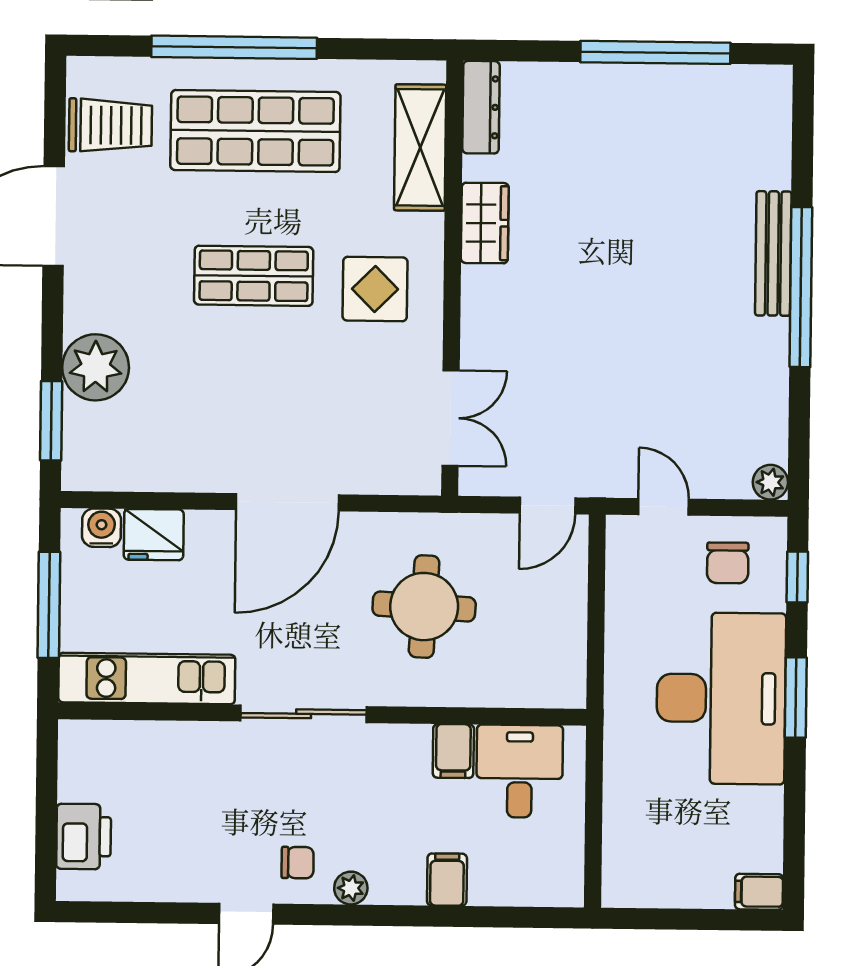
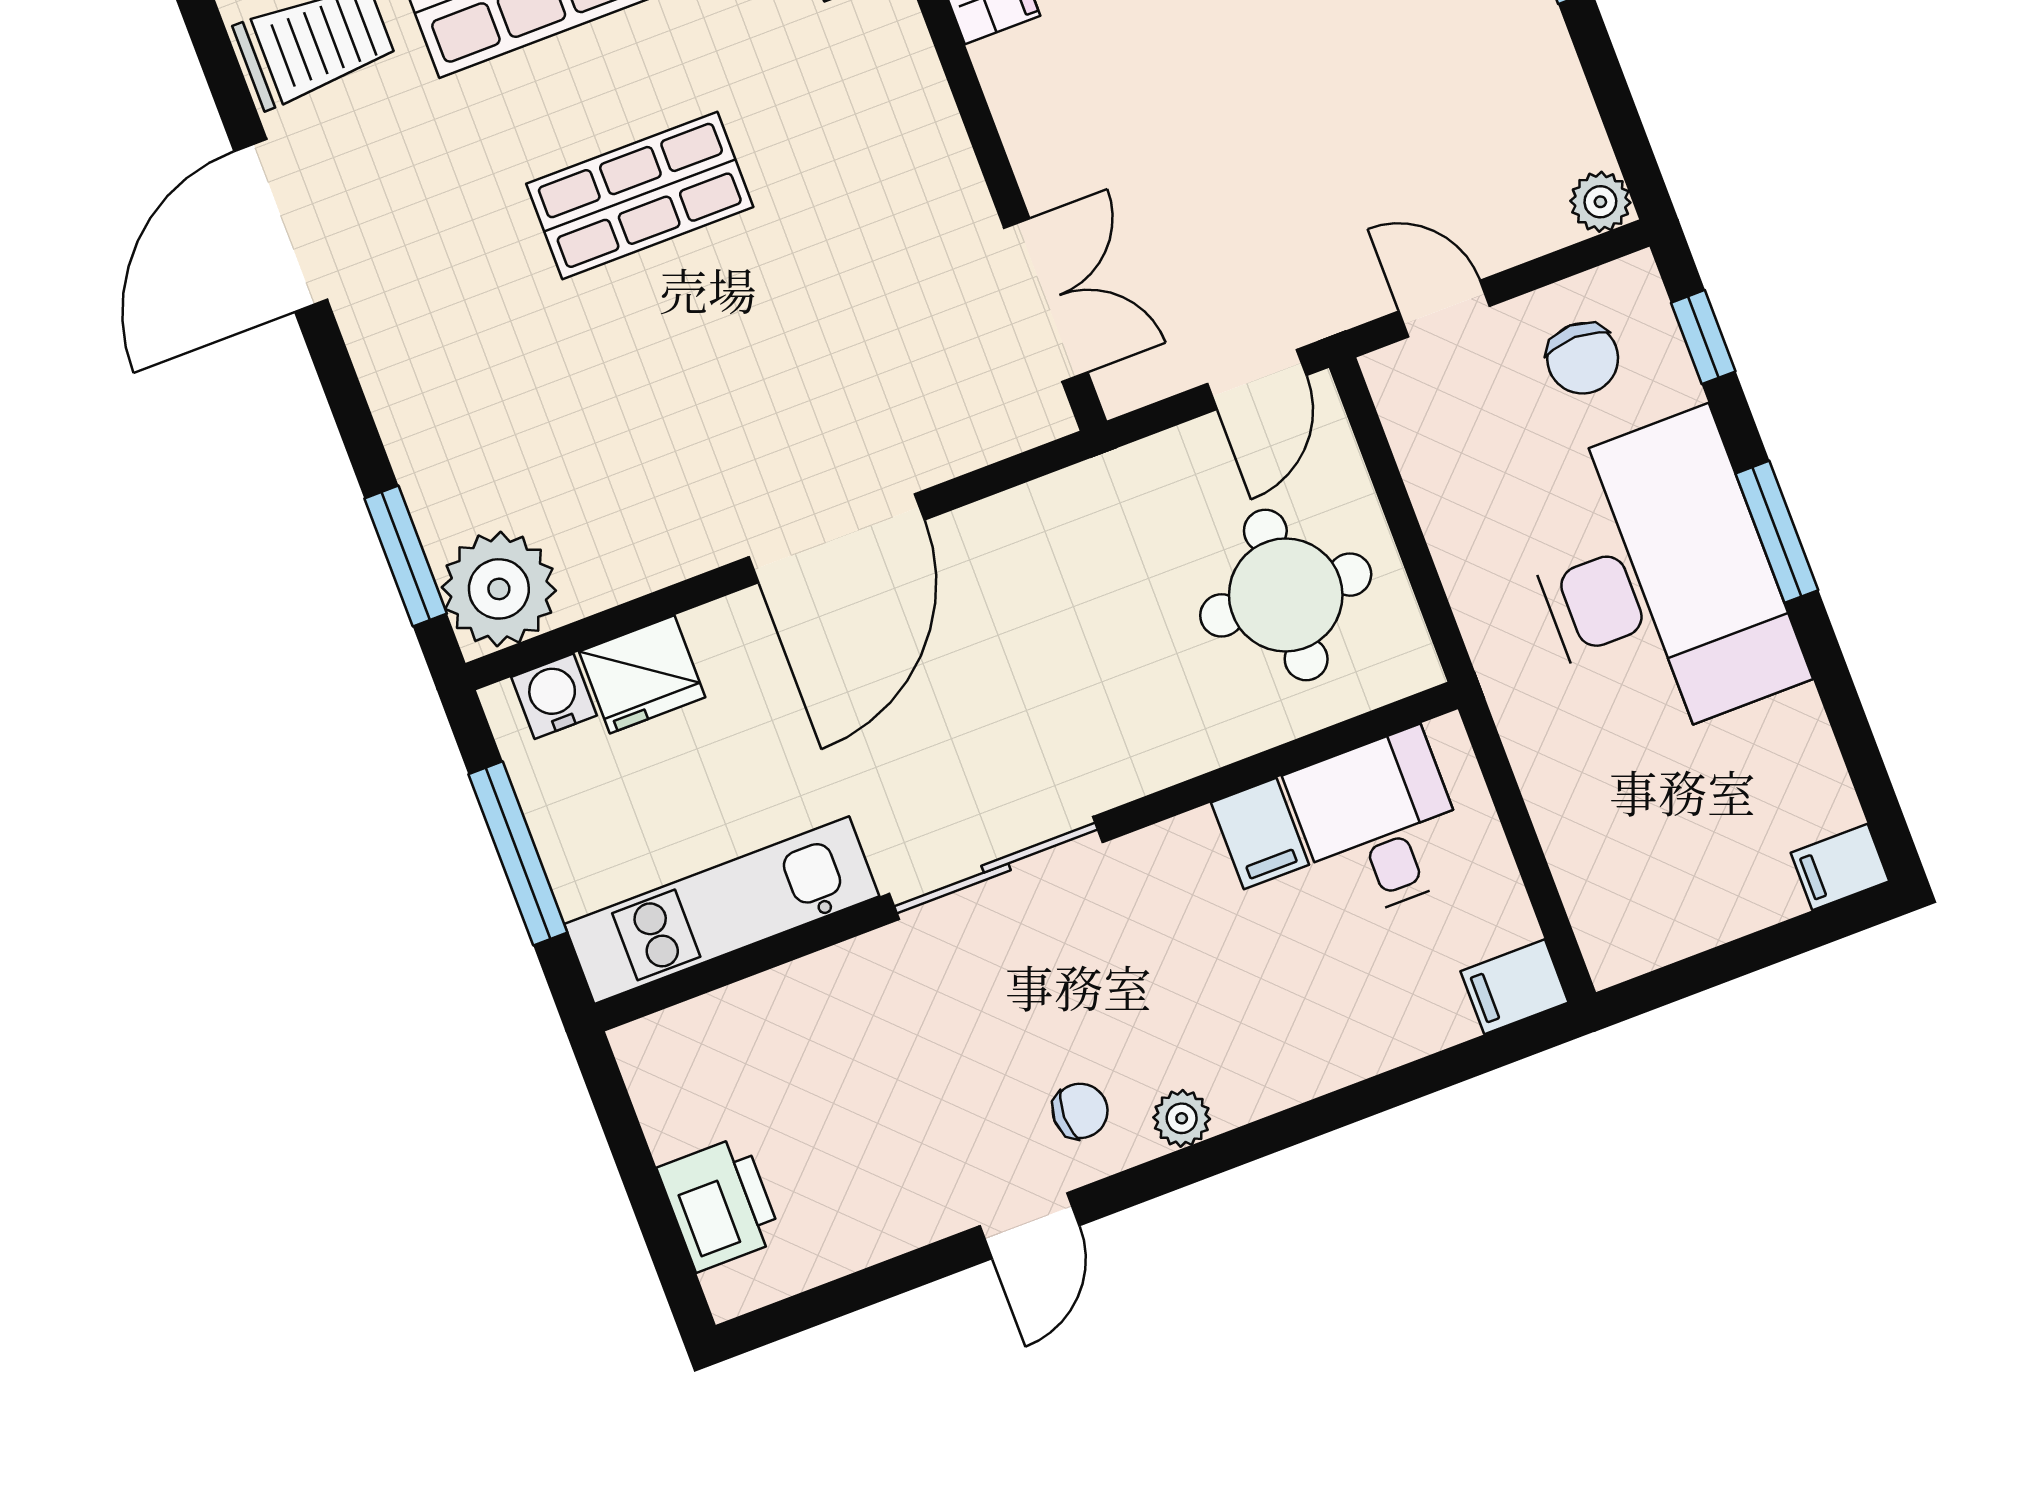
display table: (375, 289) -> (843, 140), removed
plant: (96, 367) -> (499, 589), moved
round table: (424, 607) -> (1286, 595), moved
filing cabinet: (447, 880) -> (1515, 987), moved, turned -90

